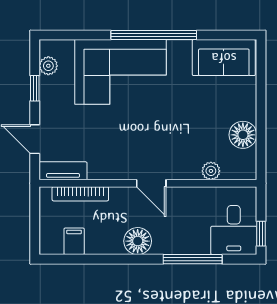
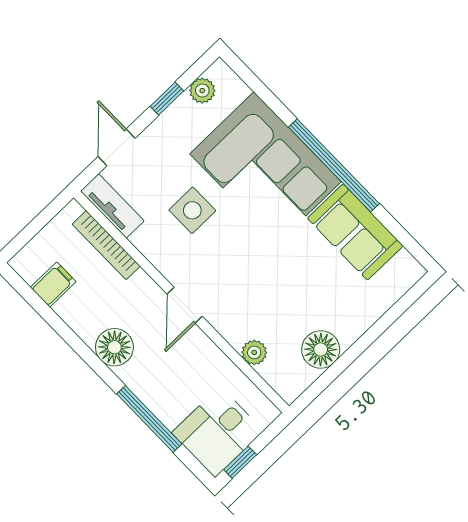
sofa: (224, 58) -> (355, 232), moved
side table: (106, 131) -> (192, 210), added

